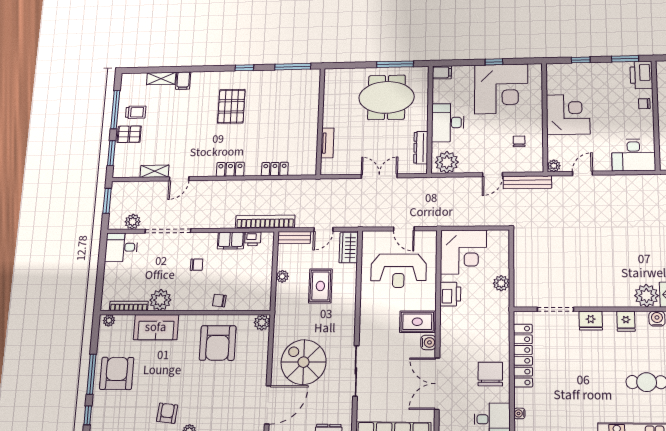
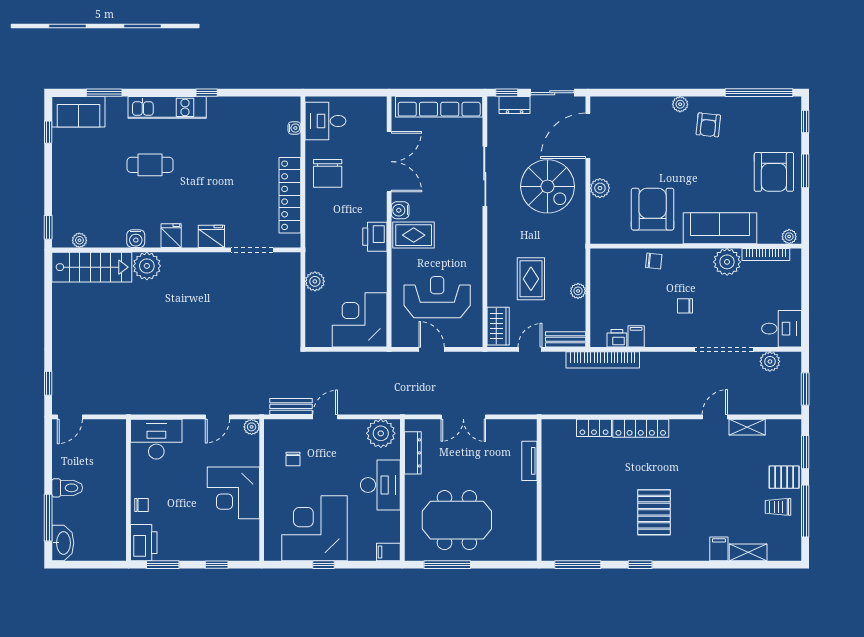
locker: (230, 169) -> (641, 428), width x1.53
bench: (527, 182) -> (291, 406), width x0.73
filing cabinet: (231, 240) -> (636, 336), width x0.50
printer: (450, 294) -> (375, 237), moved
plant: (262, 322) -> (600, 188), moved
sofa: (156, 327) -> (720, 228), width x1.36
window: (91, 374) -> (805, 171), width x0.69

